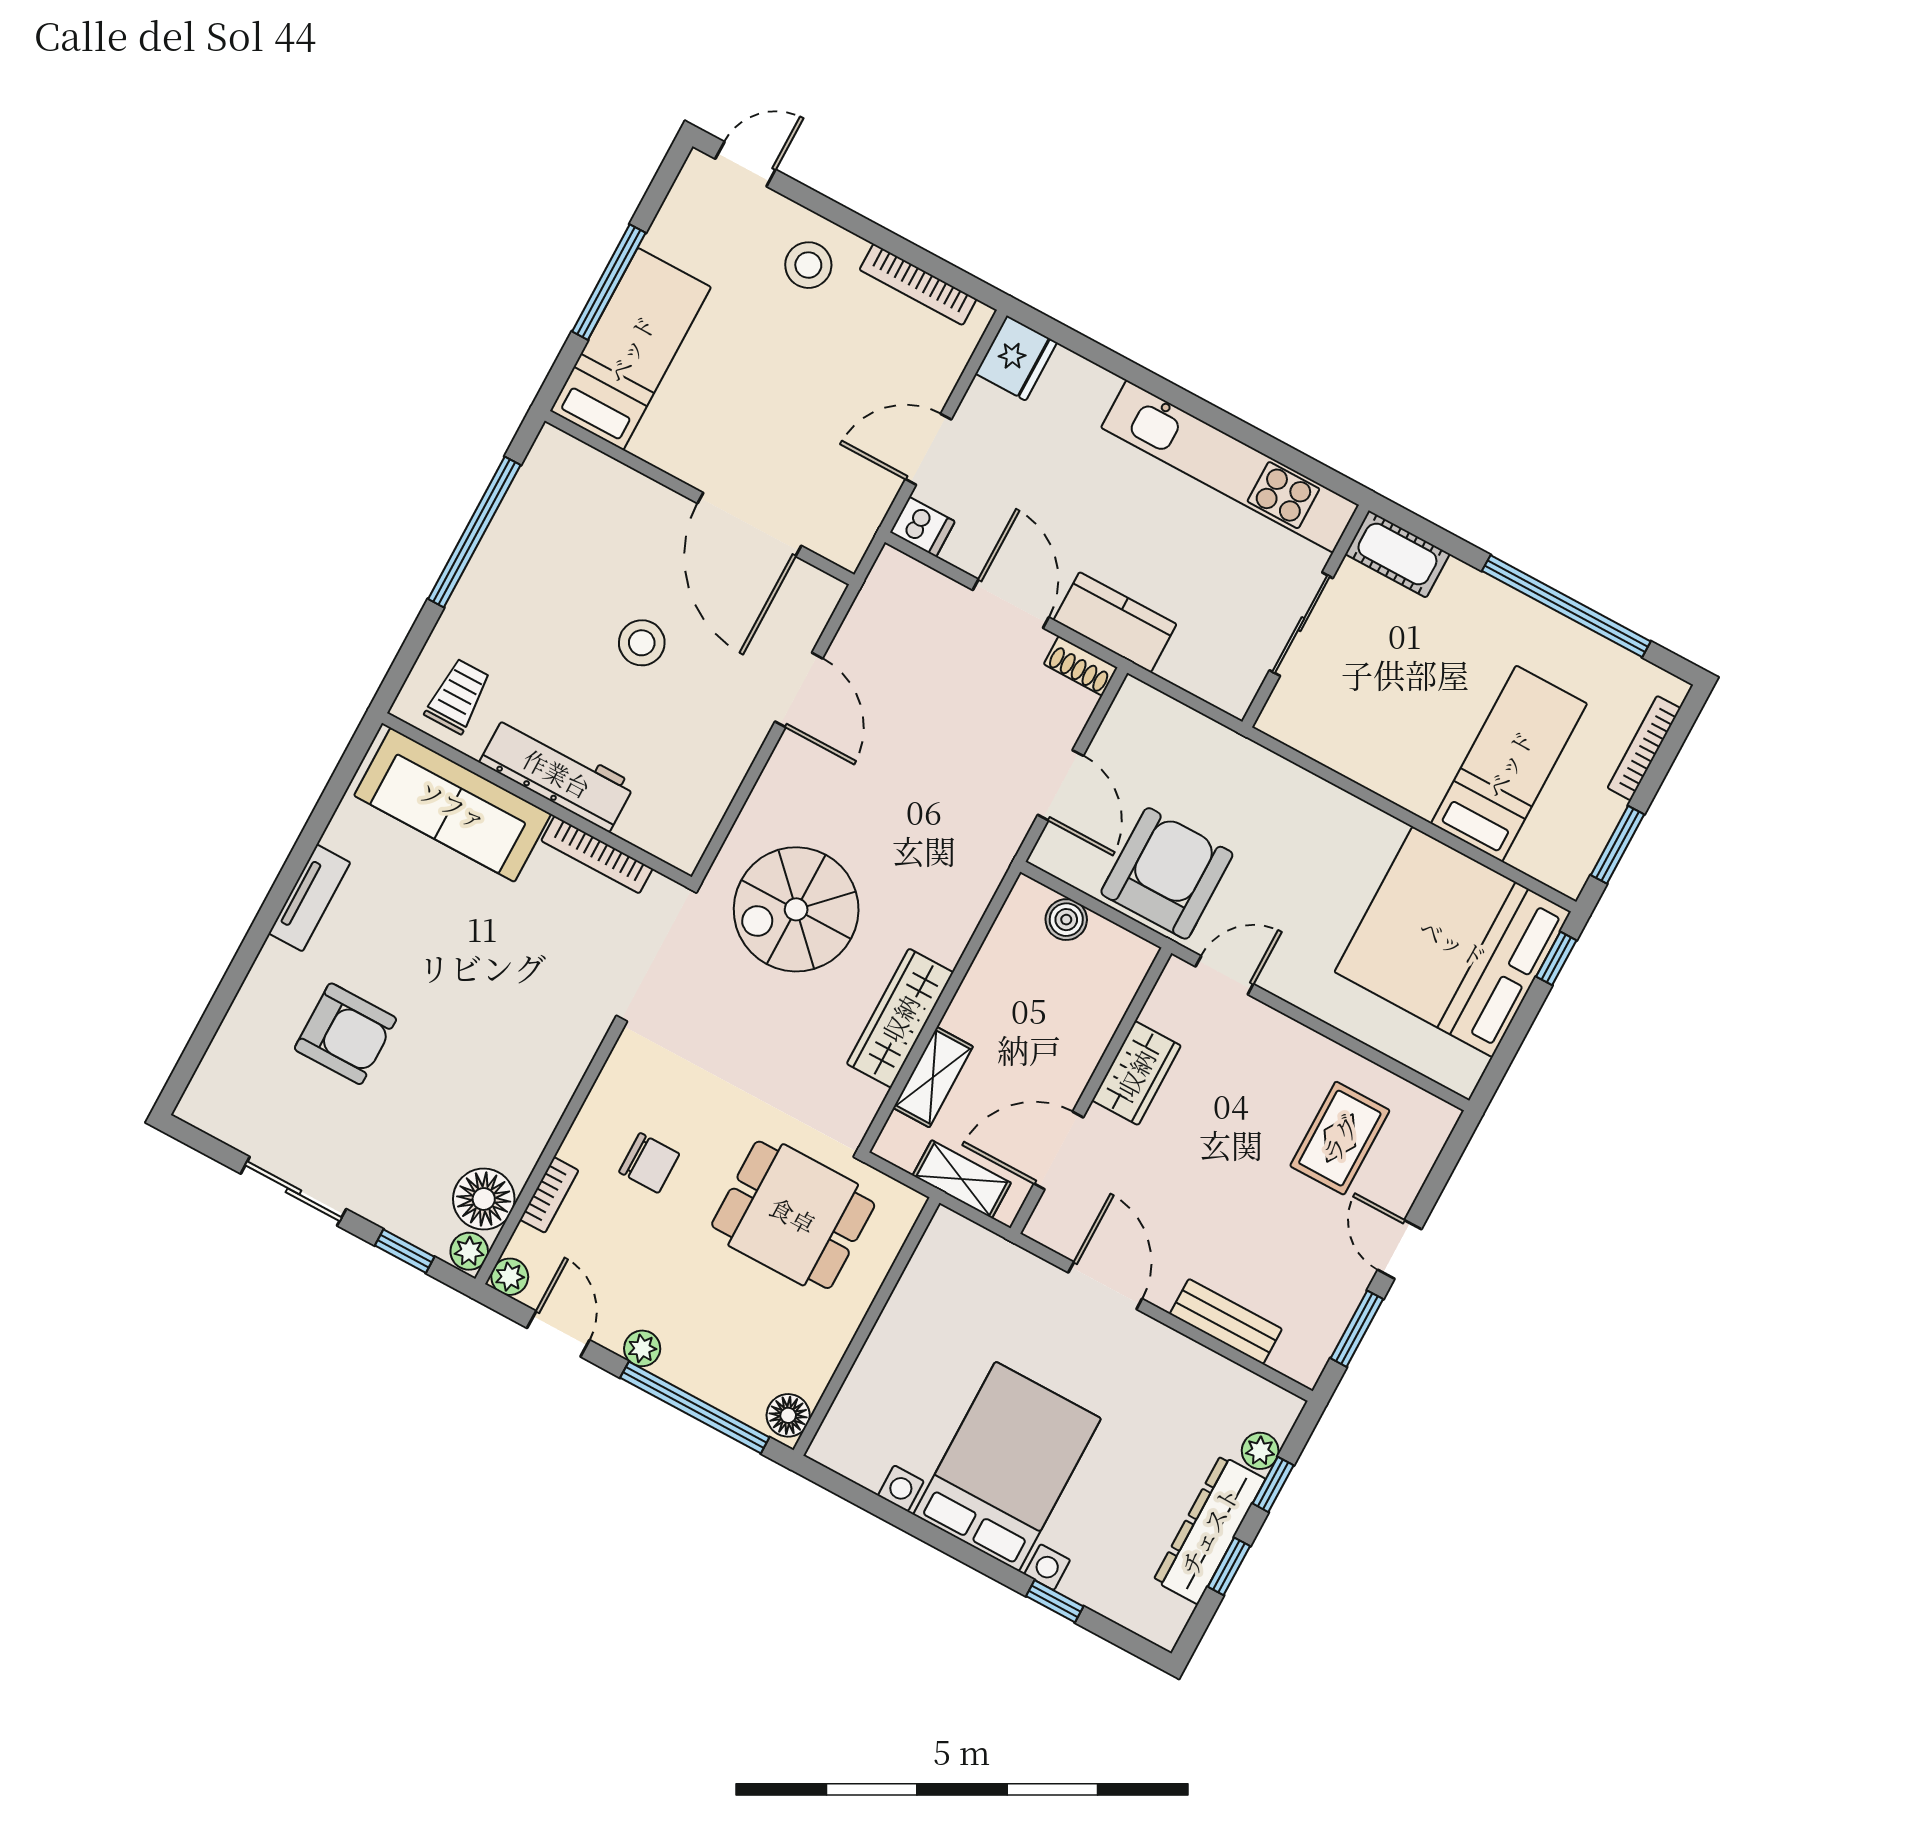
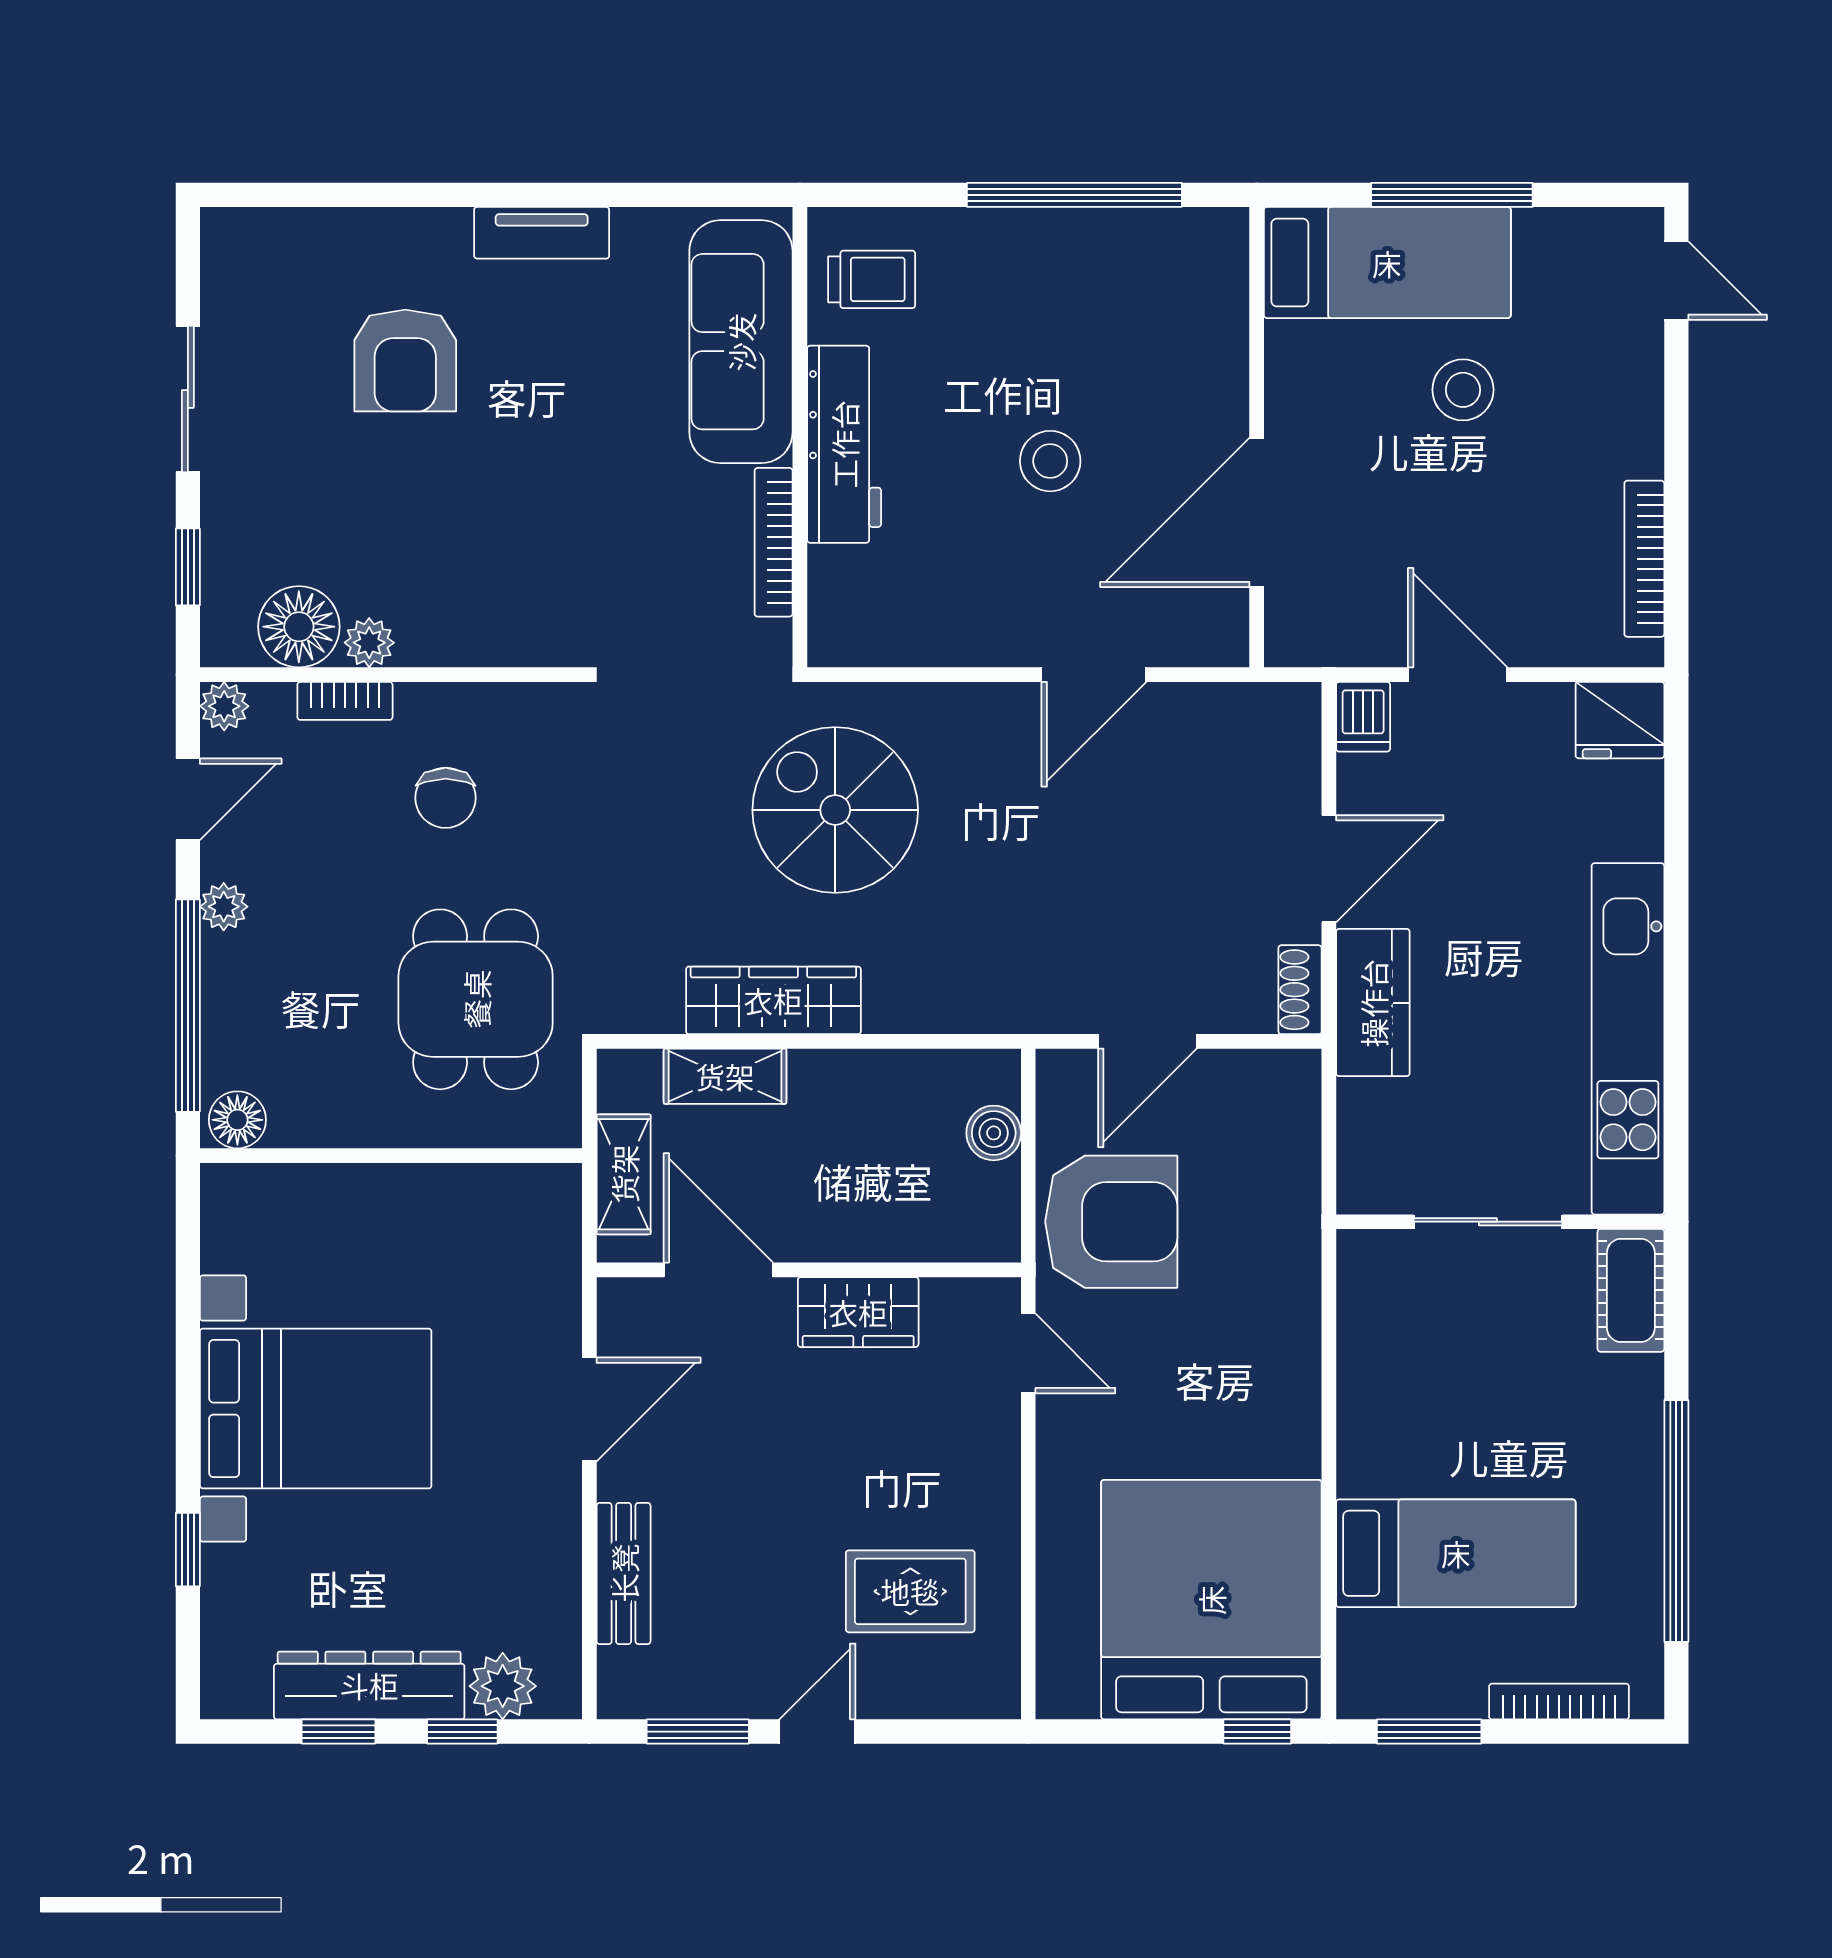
stool: (808, 265) -> (1463, 390), moved
plant: (469, 1251) -> (369, 643), moved
plant: (1260, 1451) -> (503, 1686), width x1.38, depth x1.38

